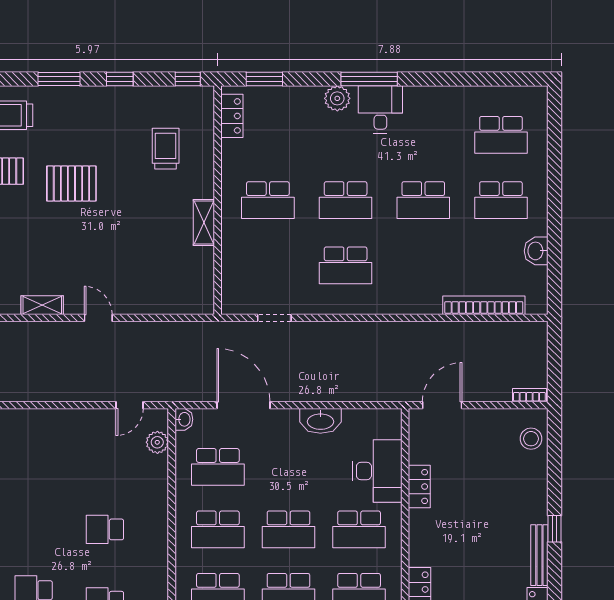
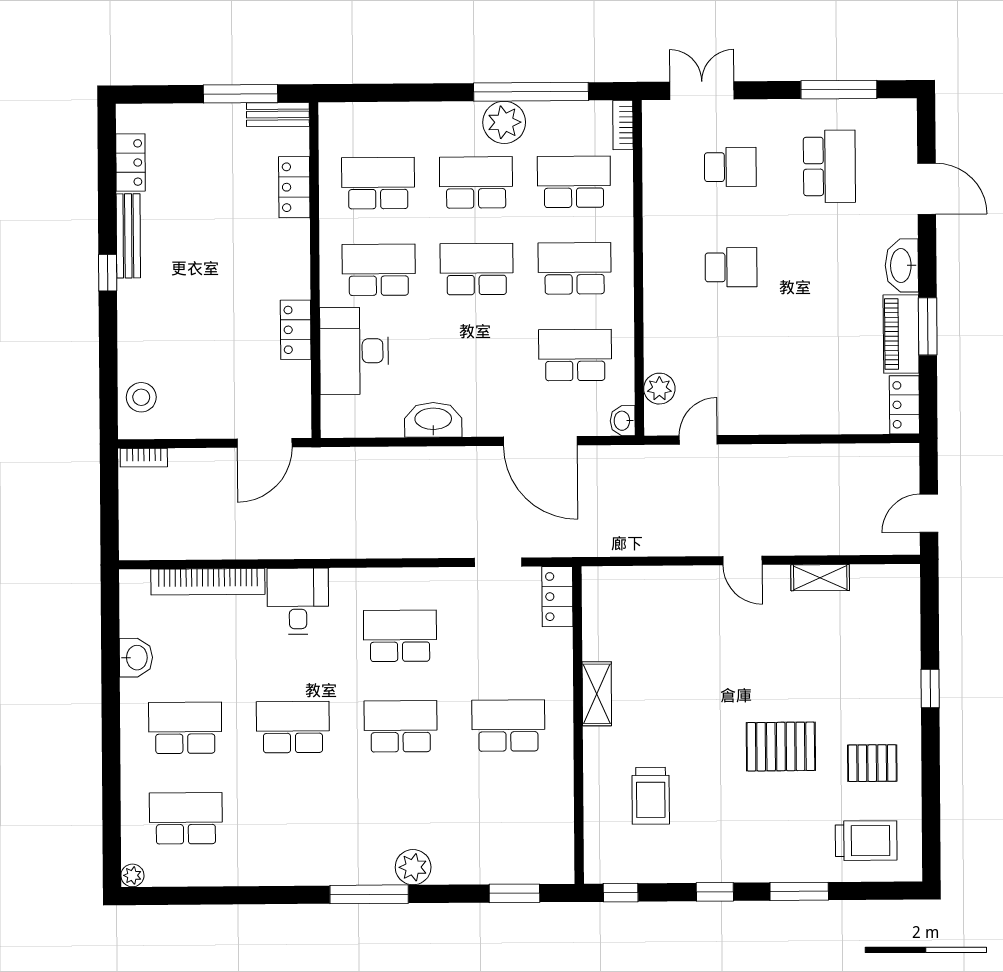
plant: (540, 94) -> (132, 875), added
desk: (380, 109) -> (298, 601), moved, turned 180
locker: (232, 116) -> (557, 597), moved

